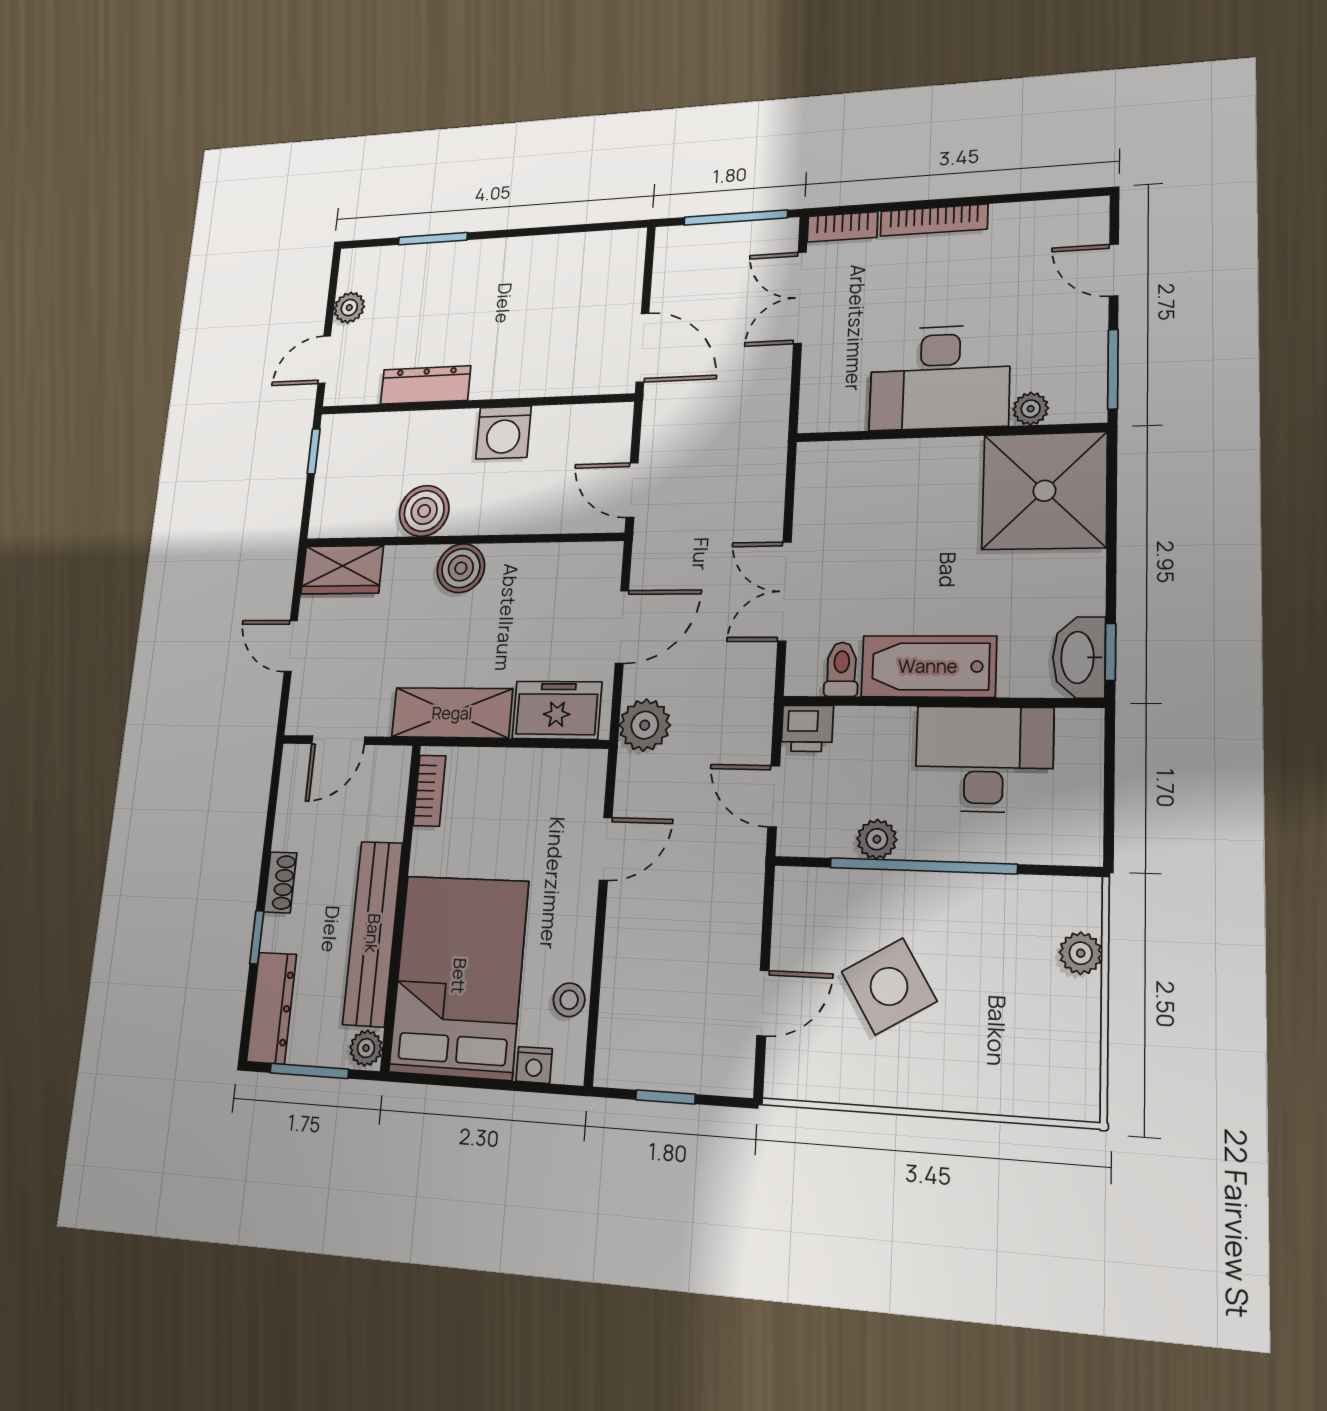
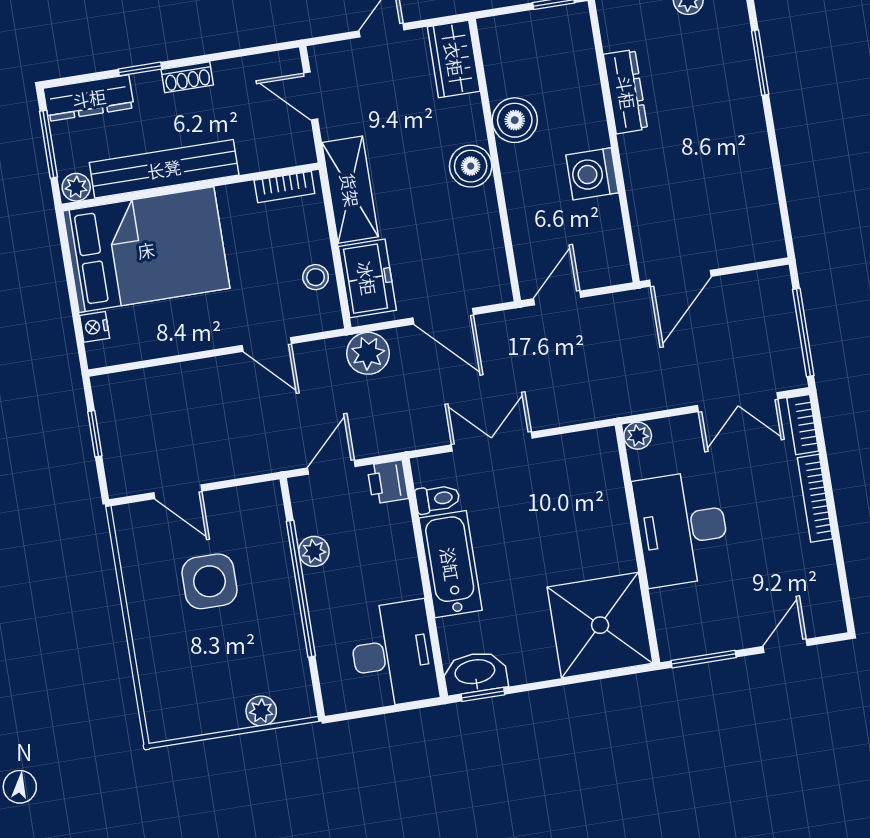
double door: (800, 298) -> (738, 402), swing flipped
plant: (1031, 409) -> (638, 436), moved
desk: (984, 759) -> (393, 654), moved
side table: (889, 986) -> (210, 581), turned 31
stool: (569, 1000) -> (316, 277), moved

